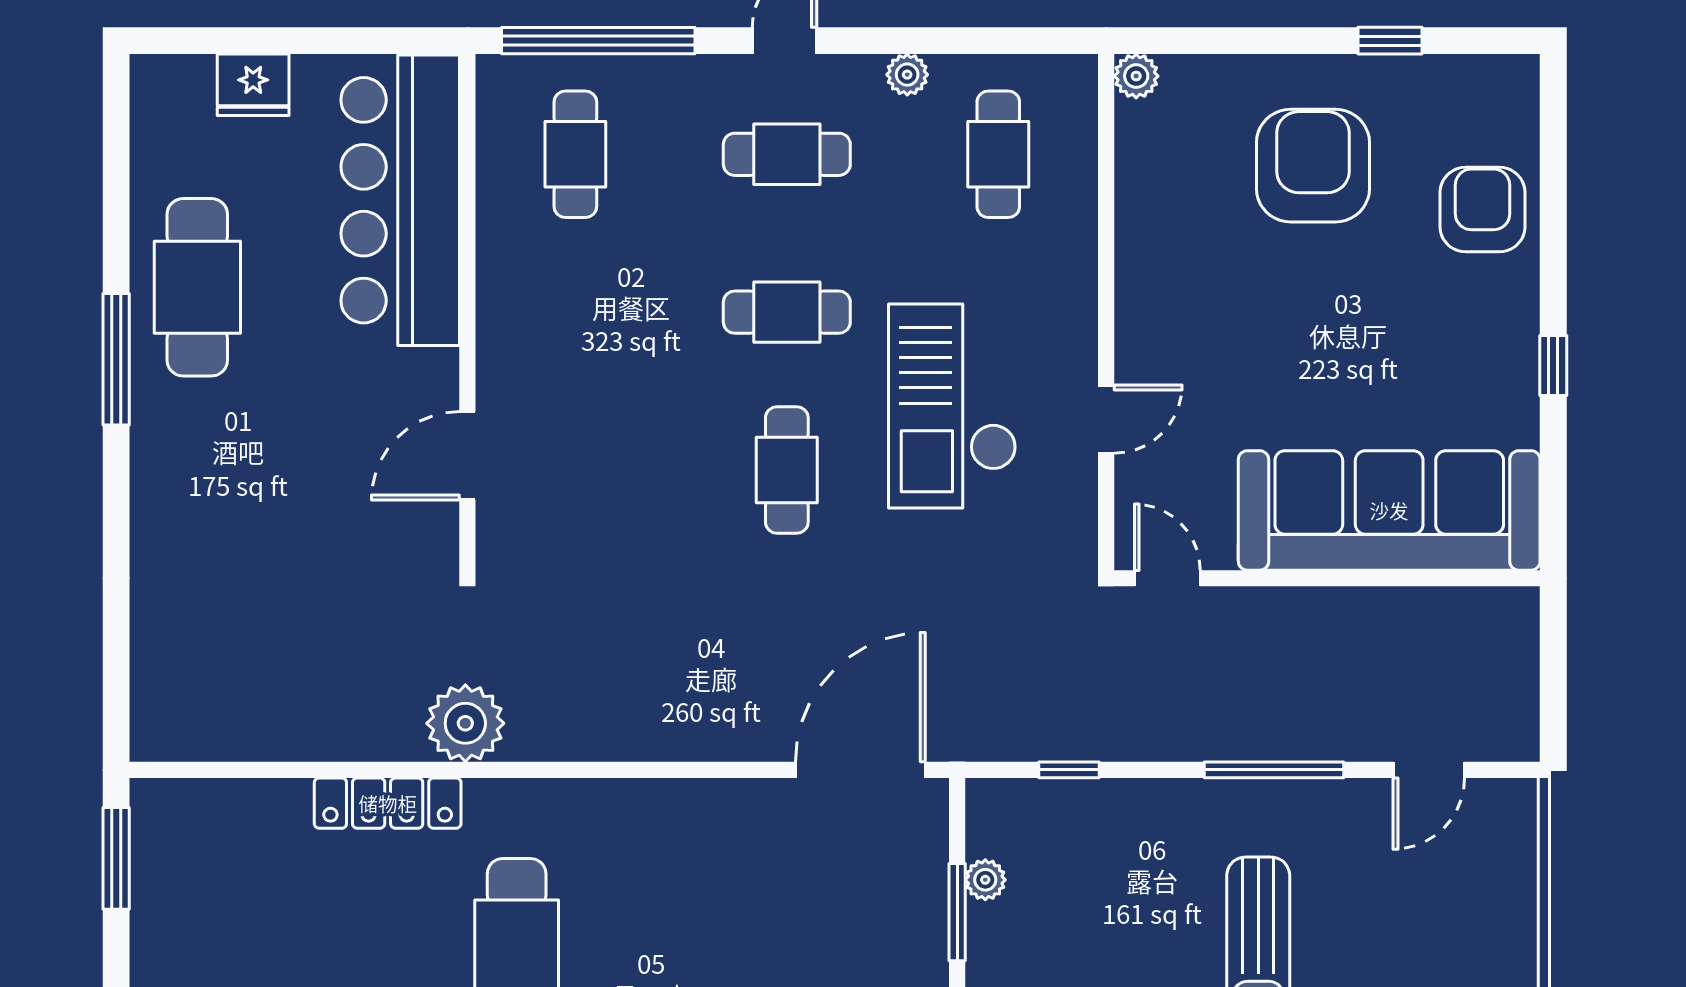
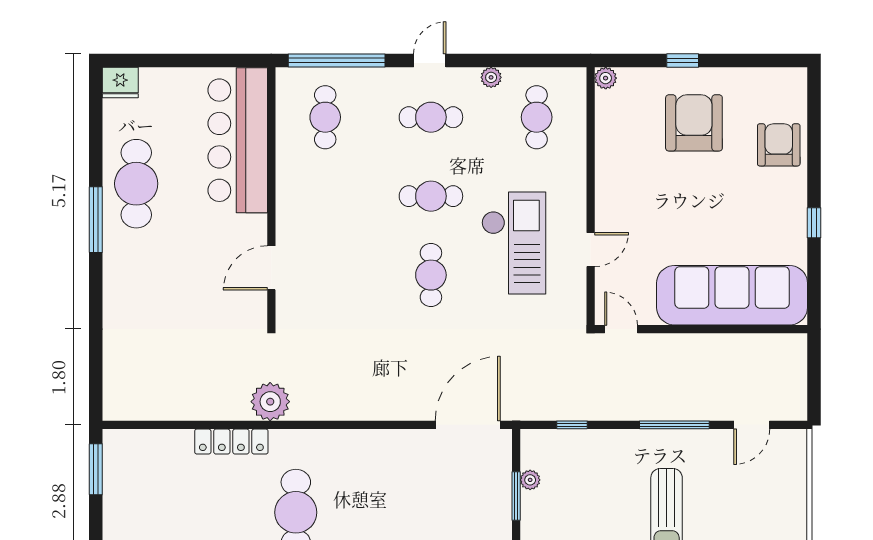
window: (1390, 41) -> (683, 60), moved
fridge: (253, 85) -> (120, 82), moved
checkout: (952, 406) -> (514, 243), turned 180

